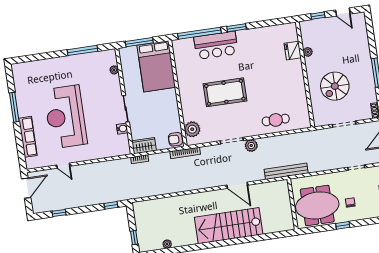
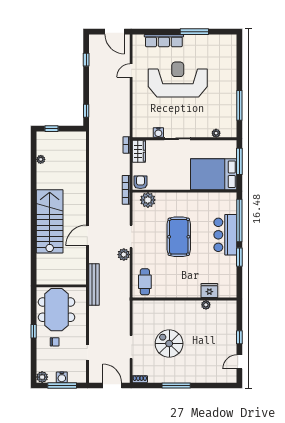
fridge: (293, 51) -> (209, 291), moved
plant: (308, 52) -> (206, 305), moved
wall: (305, 75) -> (184, 299), moved

